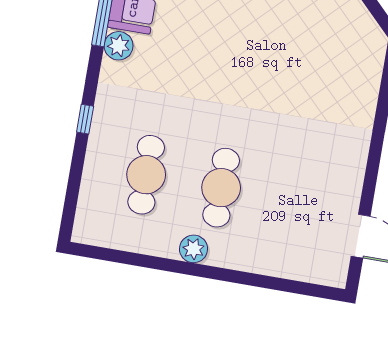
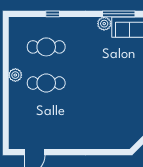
window: (85, 119) -> (53, 14), moved

